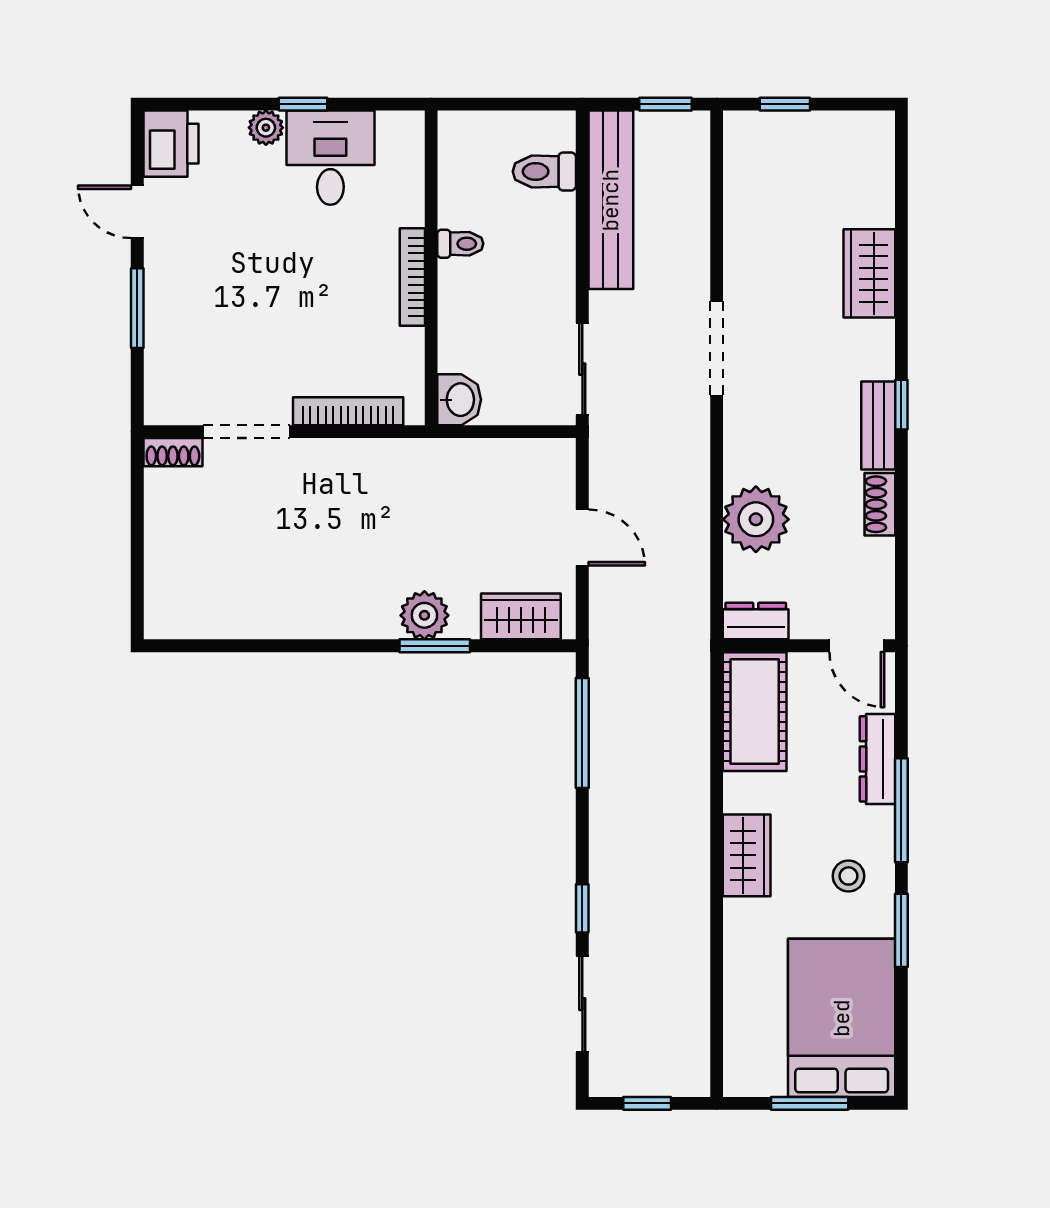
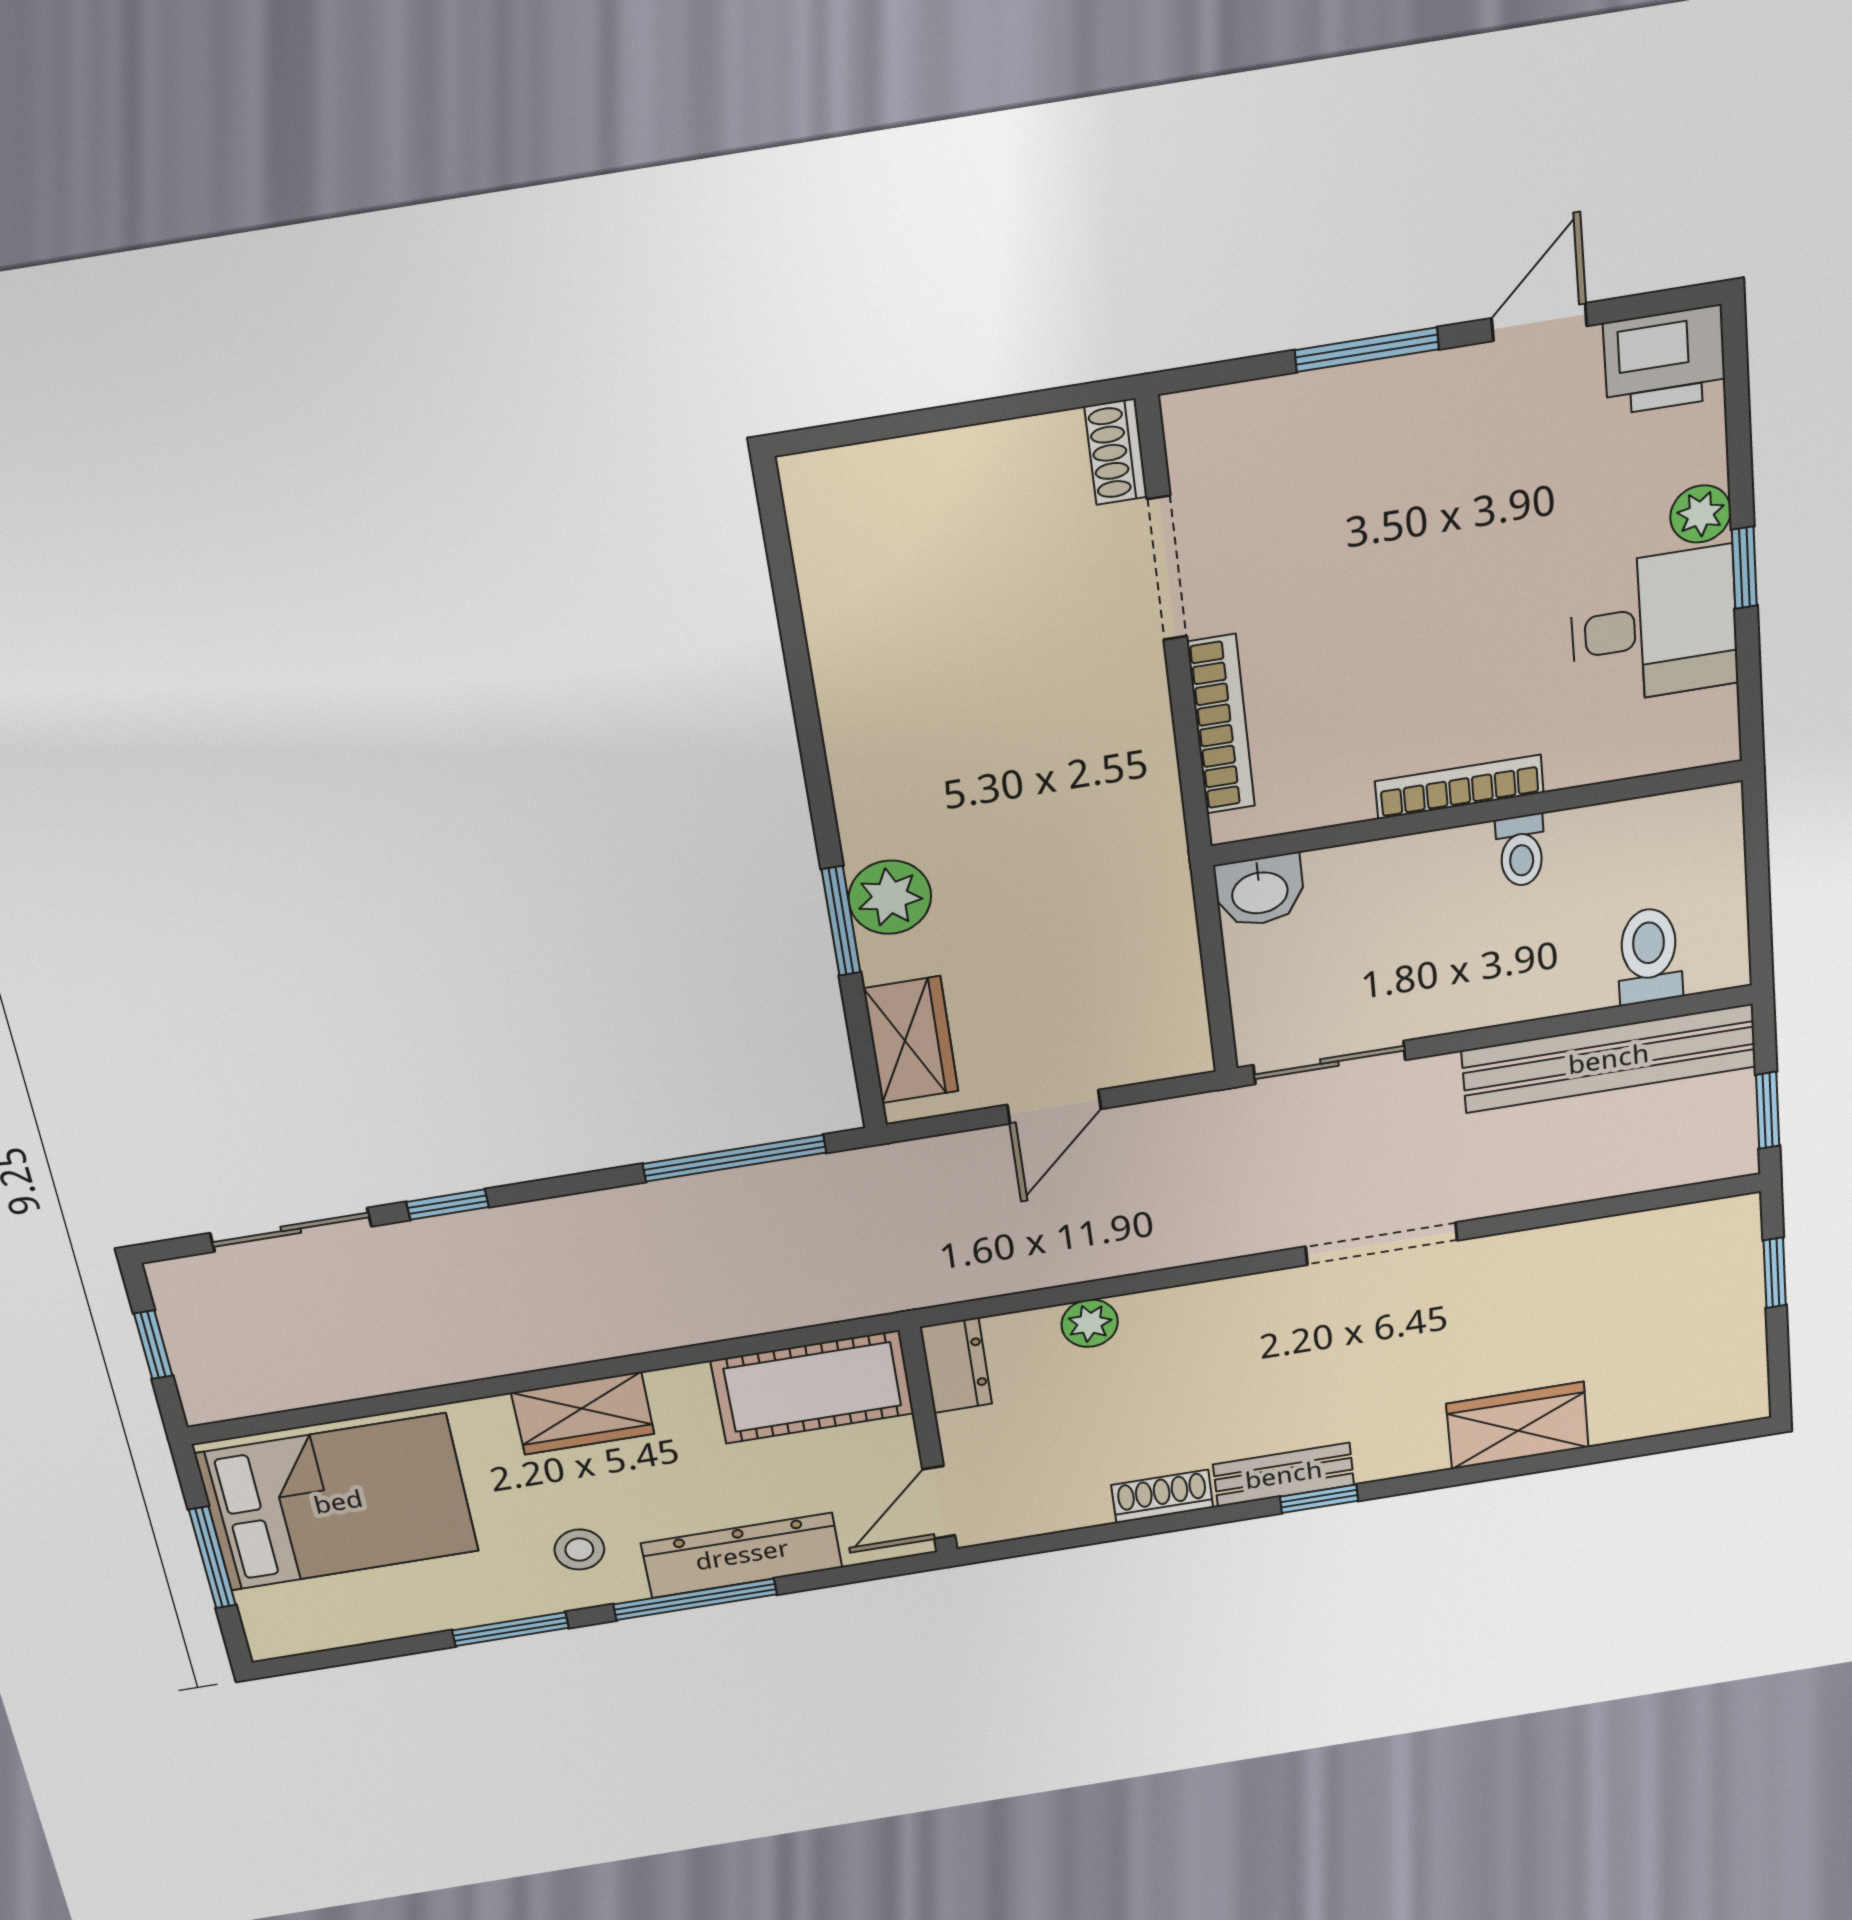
plant: (756, 519) -> (1090, 1323), width x0.53, depth x0.53
dresser: (877, 759) -> (742, 1555), width x1.37, depth x1.24
bed: (842, 1018) -> (338, 1502), moved

